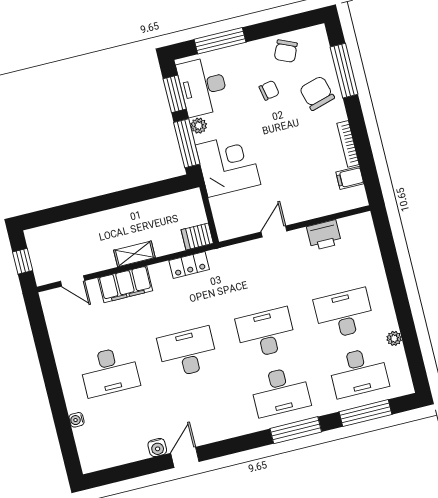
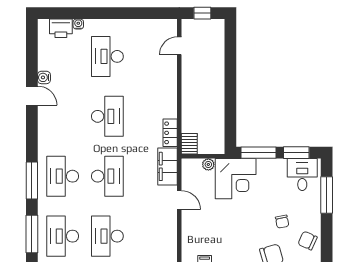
desk: (203, 86) -> (302, 175), width x0.73
plant: (199, 126) -> (208, 164), moved
printer: (324, 235) -> (61, 28), moved, turned -90
shelving: (134, 254) -> (188, 95), removed
filing cabinet: (125, 284) -> (167, 166), moved
desk: (344, 314) -> (107, 236), turned 180

